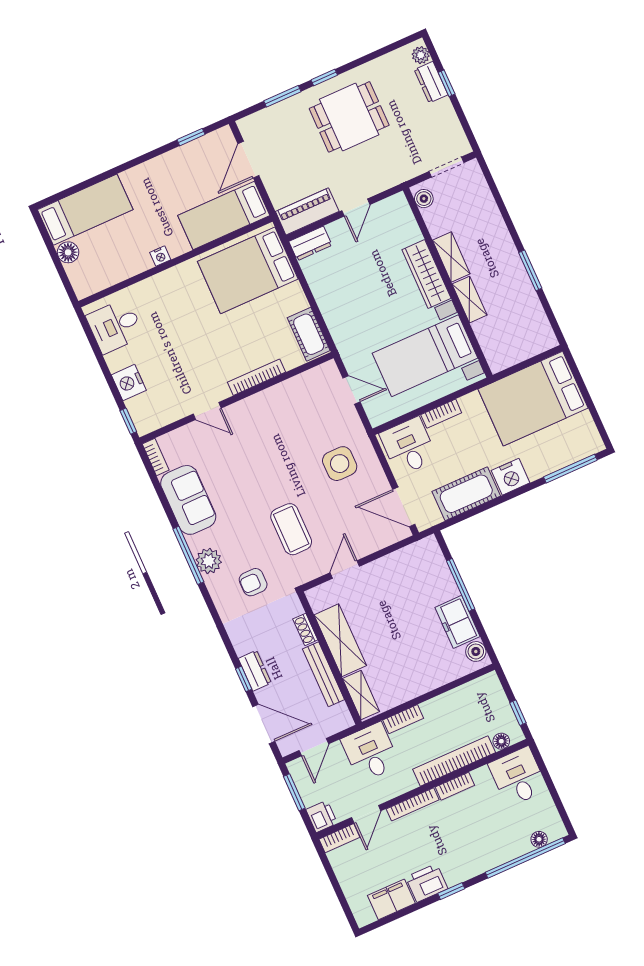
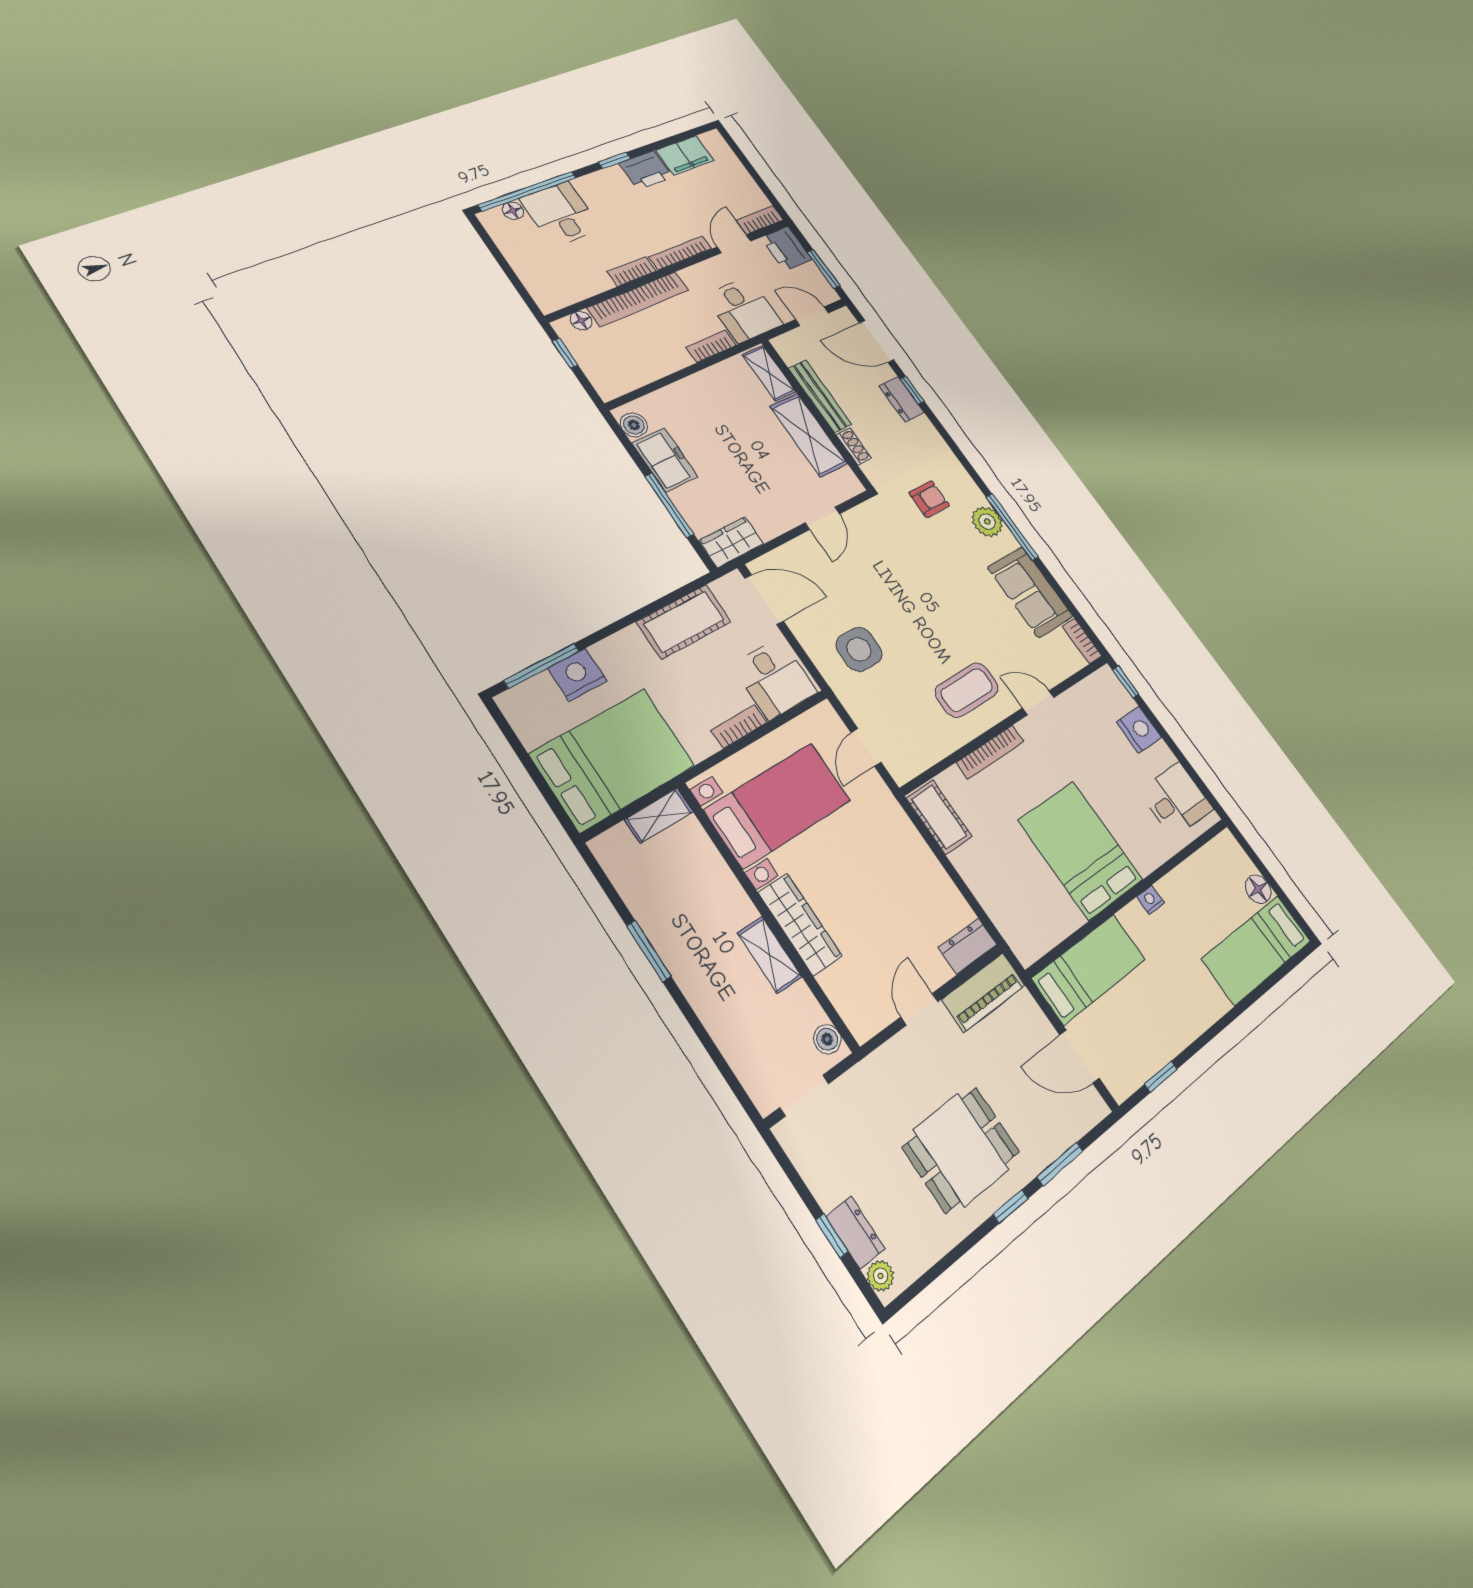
door: (248, 160) -> (1079, 1057), swing flipped
bed: (248, 270) -> (1081, 850), moved, turned -90
shelving: (470, 300) -> (659, 816), moved, turned 90
door: (351, 390) -> (866, 747), hinge flipped
nightstand: (511, 477) -> (578, 675), moved
coffee table: (291, 529) -> (967, 690), moved, turned 90
wardrobe: (420, 553) -> (731, 542), added
door: (314, 747) -> (812, 316), hinge flipped
desk: (518, 777) -> (561, 214), moved, turned 180
printer: (322, 816) -> (786, 249), width x1.36, depth x1.24

